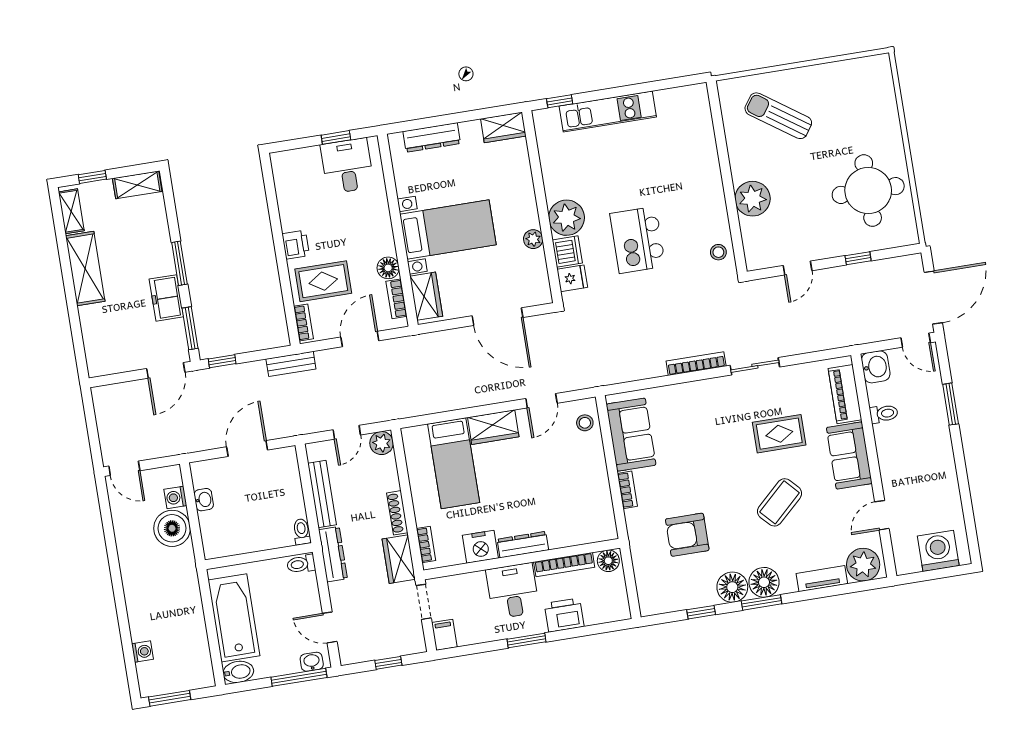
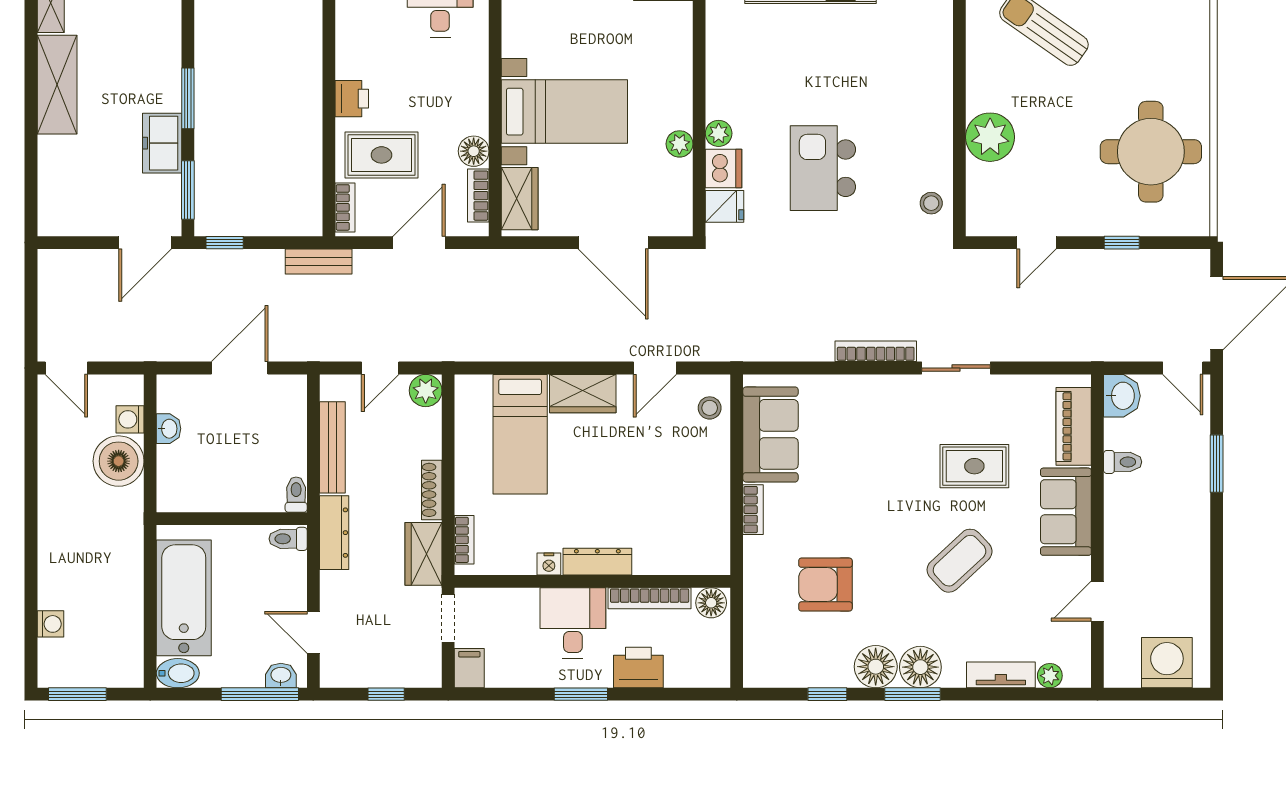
plant: (567, 218) -> (719, 133), width x0.53, depth x0.53
nightstand: (480, 547) -> (549, 564), width x0.53, depth x0.56
plant: (863, 565) -> (1050, 676), width x0.53, depth x0.53

